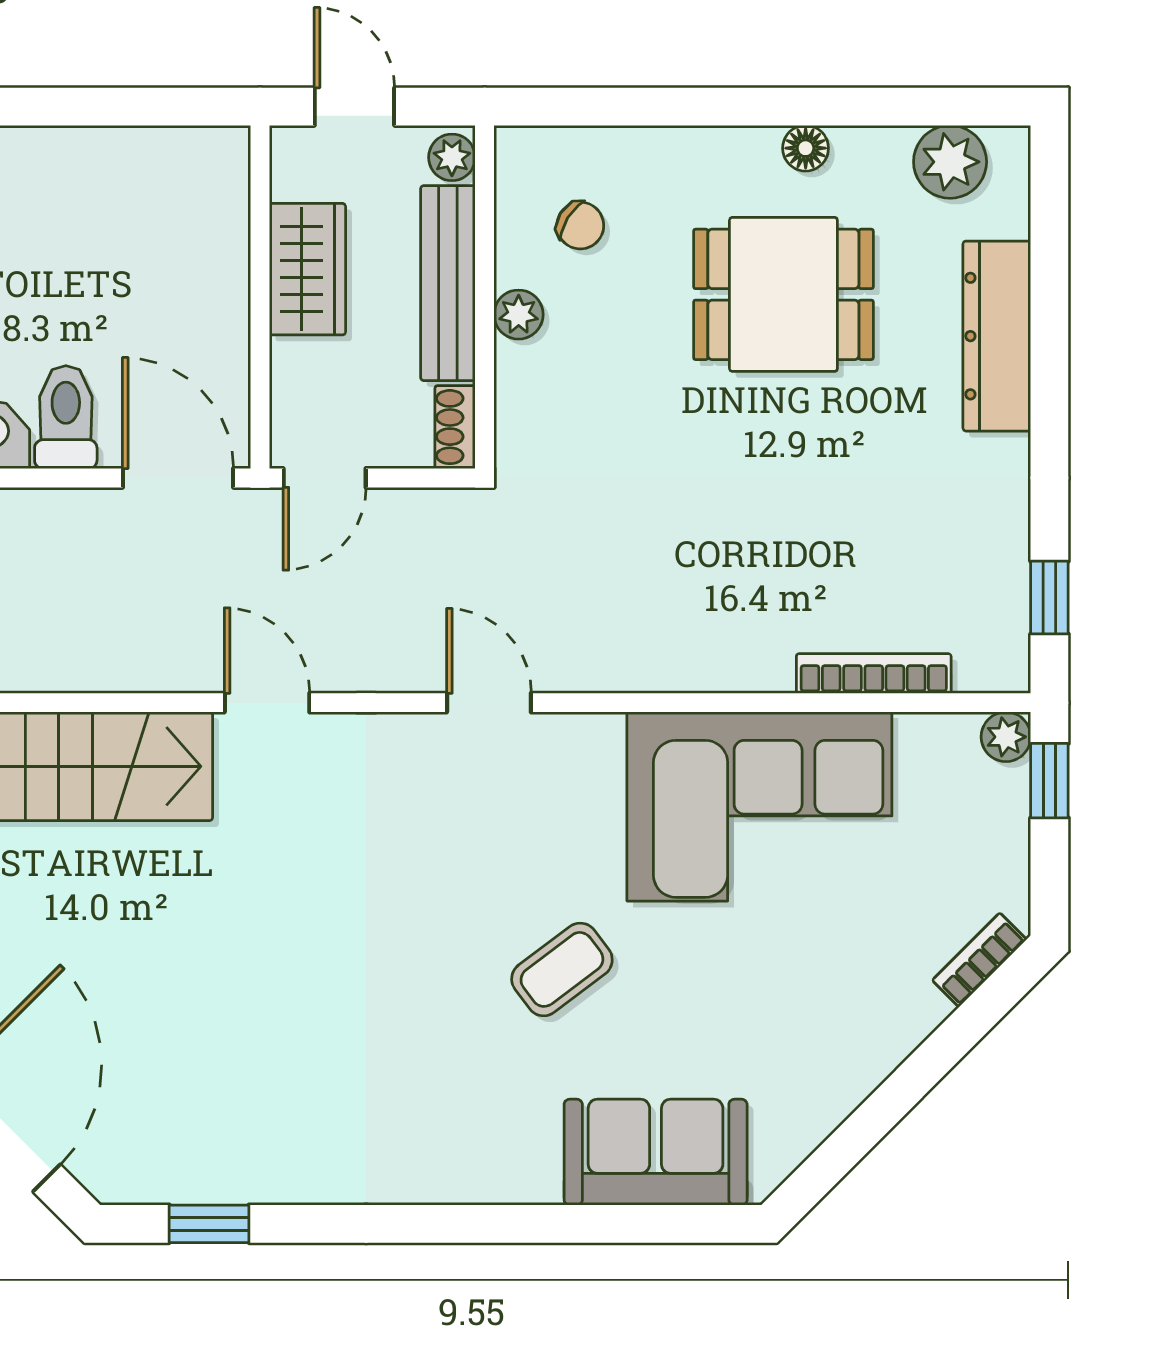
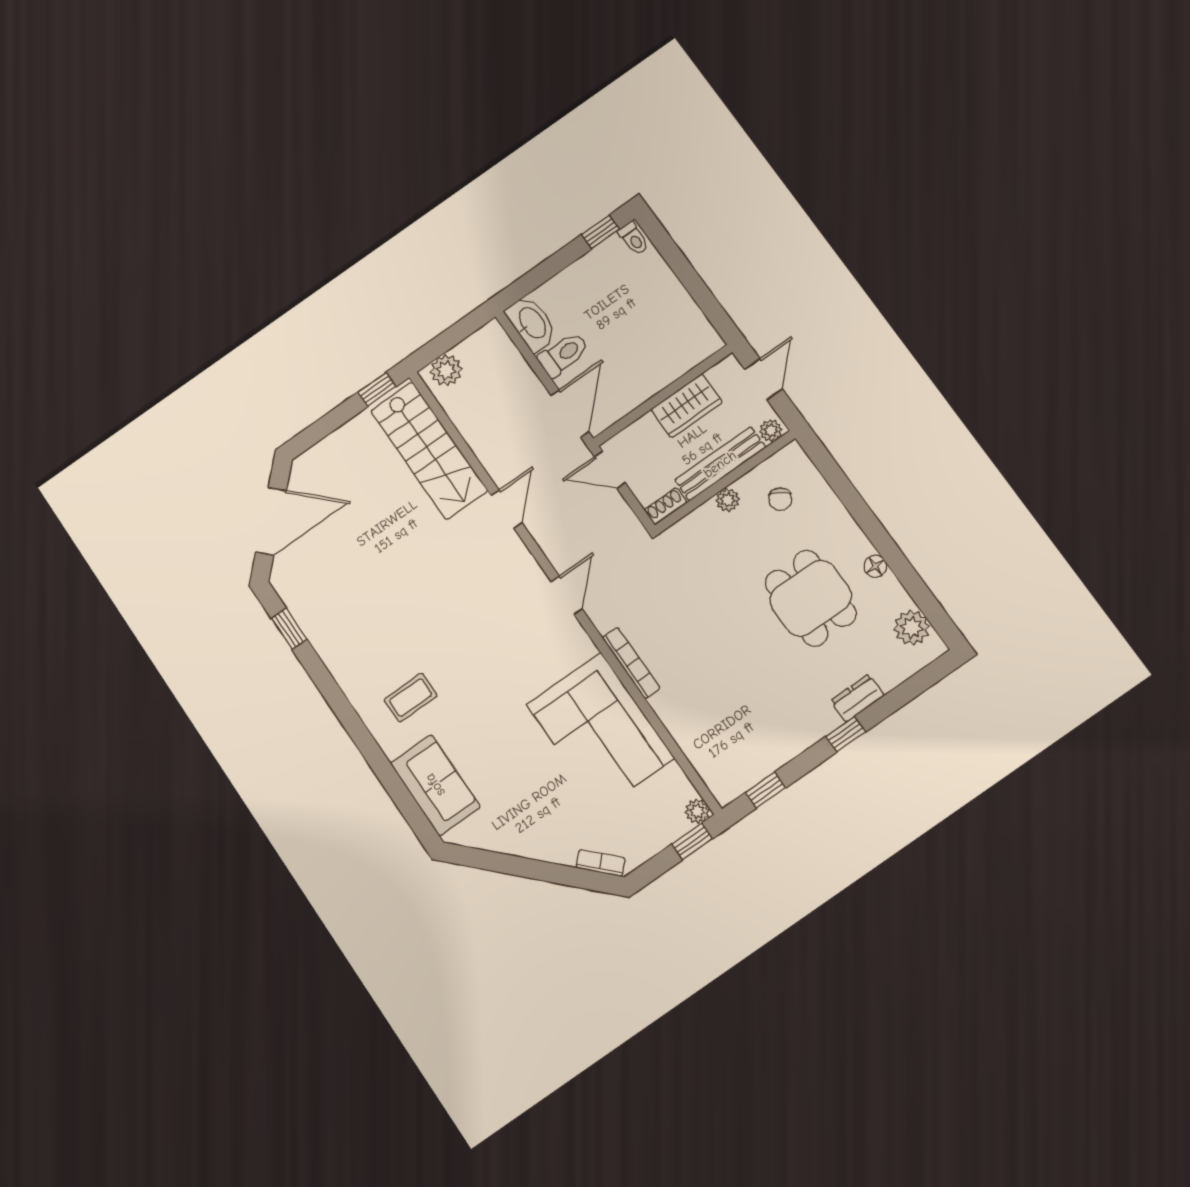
dresser: (997, 336) -> (857, 698), width x0.51, depth x0.80
window: (1049, 398) -> (846, 734), added
bookcase: (874, 673) -> (631, 663), moved
coffee table: (562, 969) -> (411, 698), moved, turned -53

